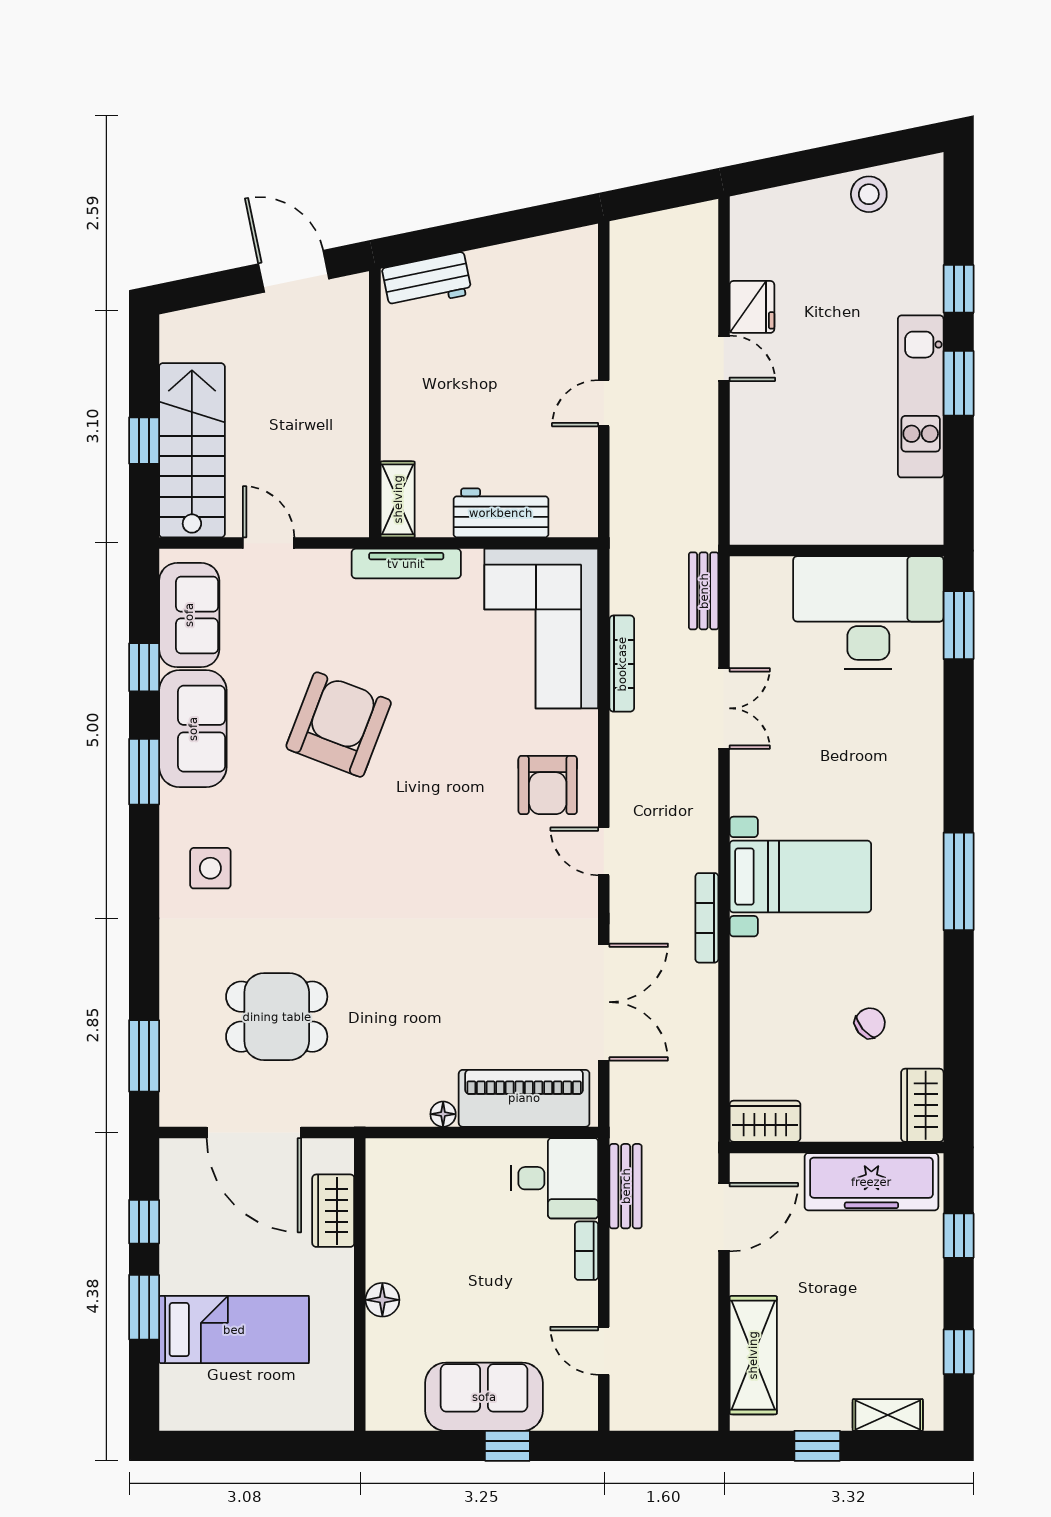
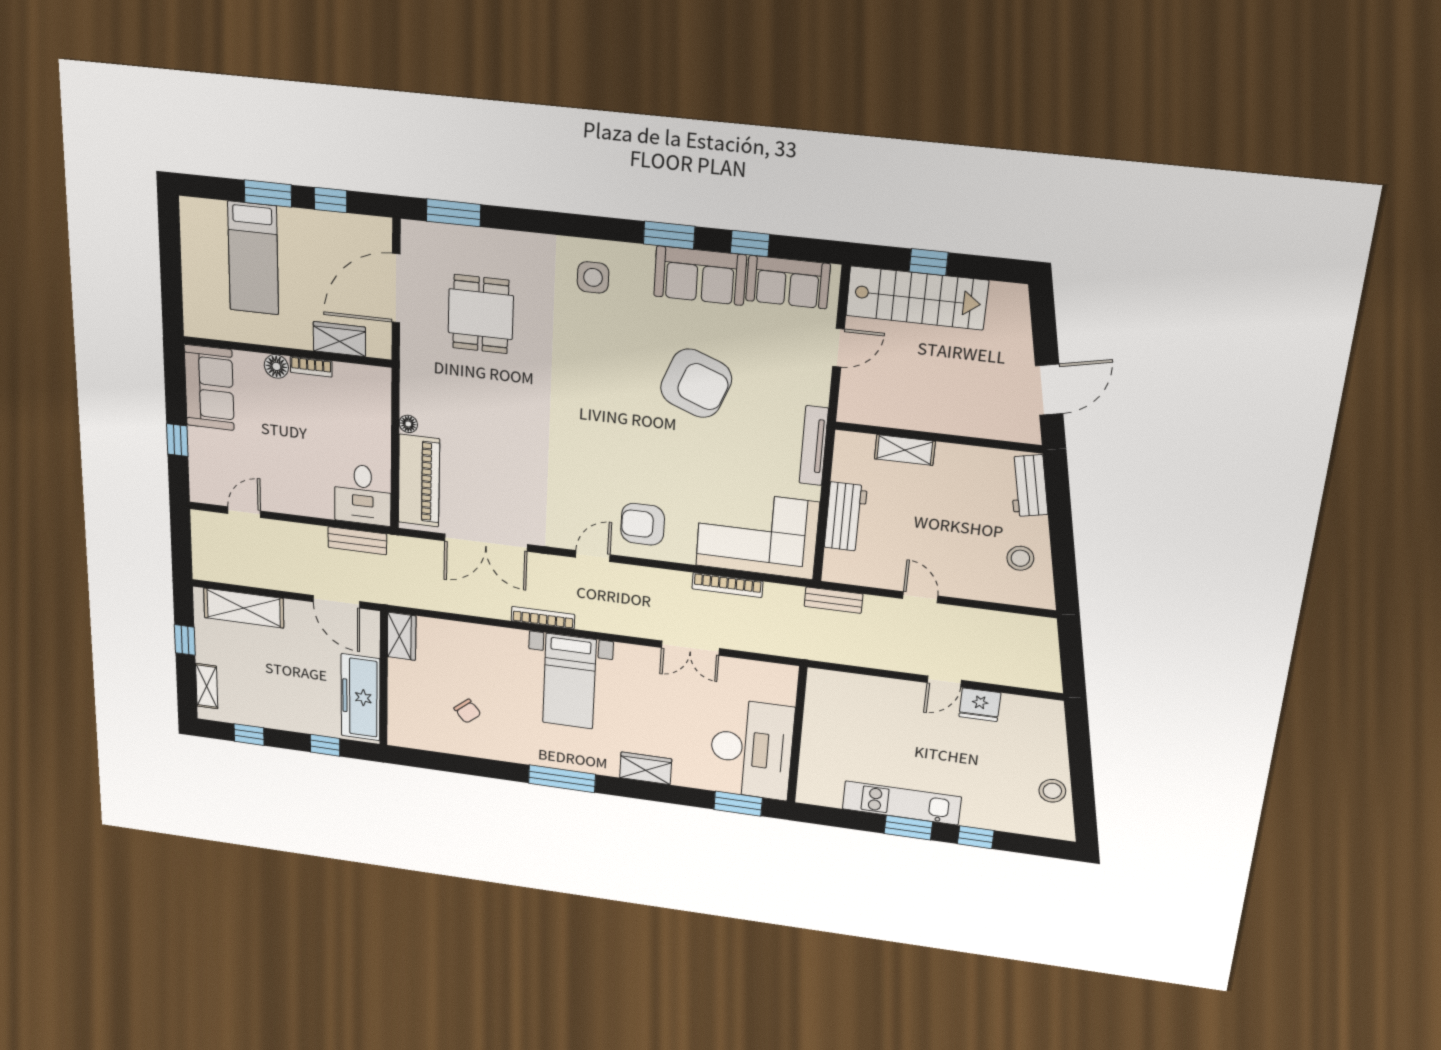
stool: (530, 279) -> (1020, 558), added
shelving: (398, 499) -> (905, 450), moved
bench: (704, 591) -> (833, 600), moved
wardrobe: (922, 1105) -> (646, 768), moved
bookcase: (587, 1251) -> (311, 367), moved, turned 180
sofa: (484, 1397) -> (209, 388), moved

